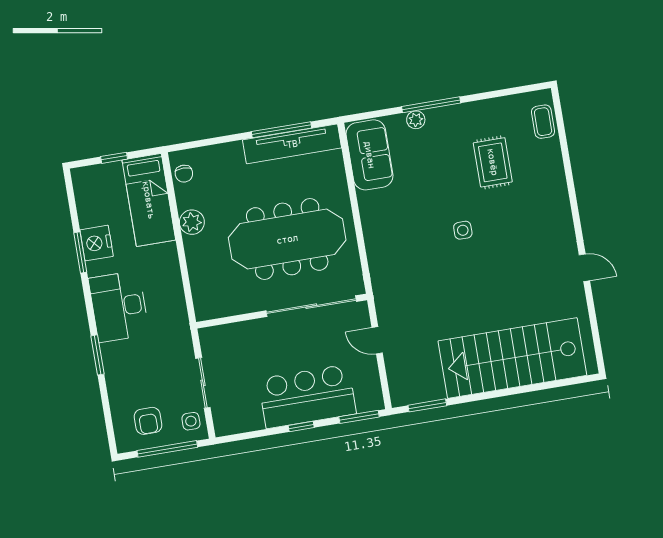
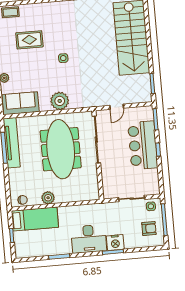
plant: (380, 230) -> (60, 101), added
nightstand: (97, 243) -> (115, 243), moved

